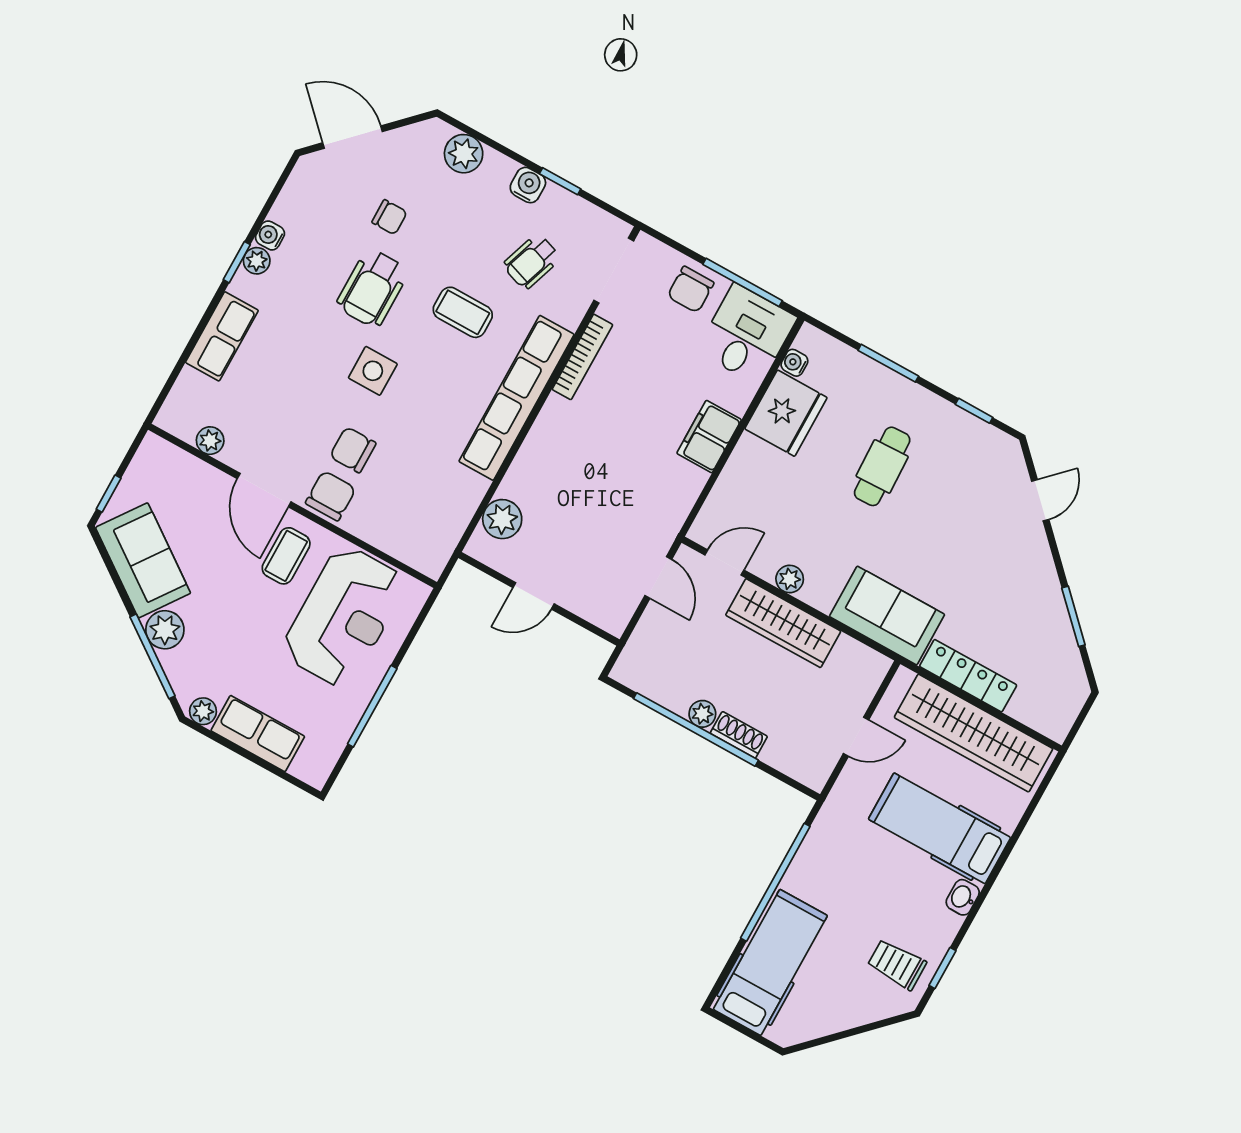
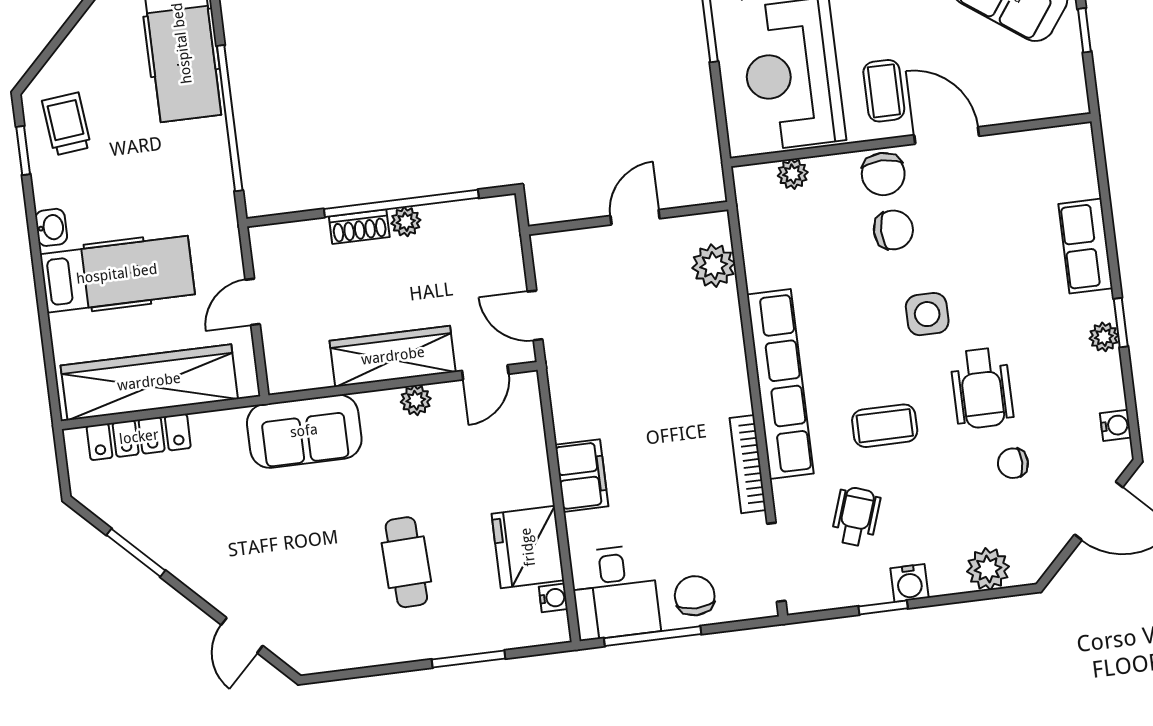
water cooler: (270, 235) -> (1116, 425), moved
wheelchair: (372, 288) -> (982, 388), turned 180
window: (974, 411) -> (360, 673), removed
plant: (210, 441) -> (793, 174), moved
locker: (968, 676) -> (139, 437), moved
trolley: (897, 964) -> (66, 124), turned -96

